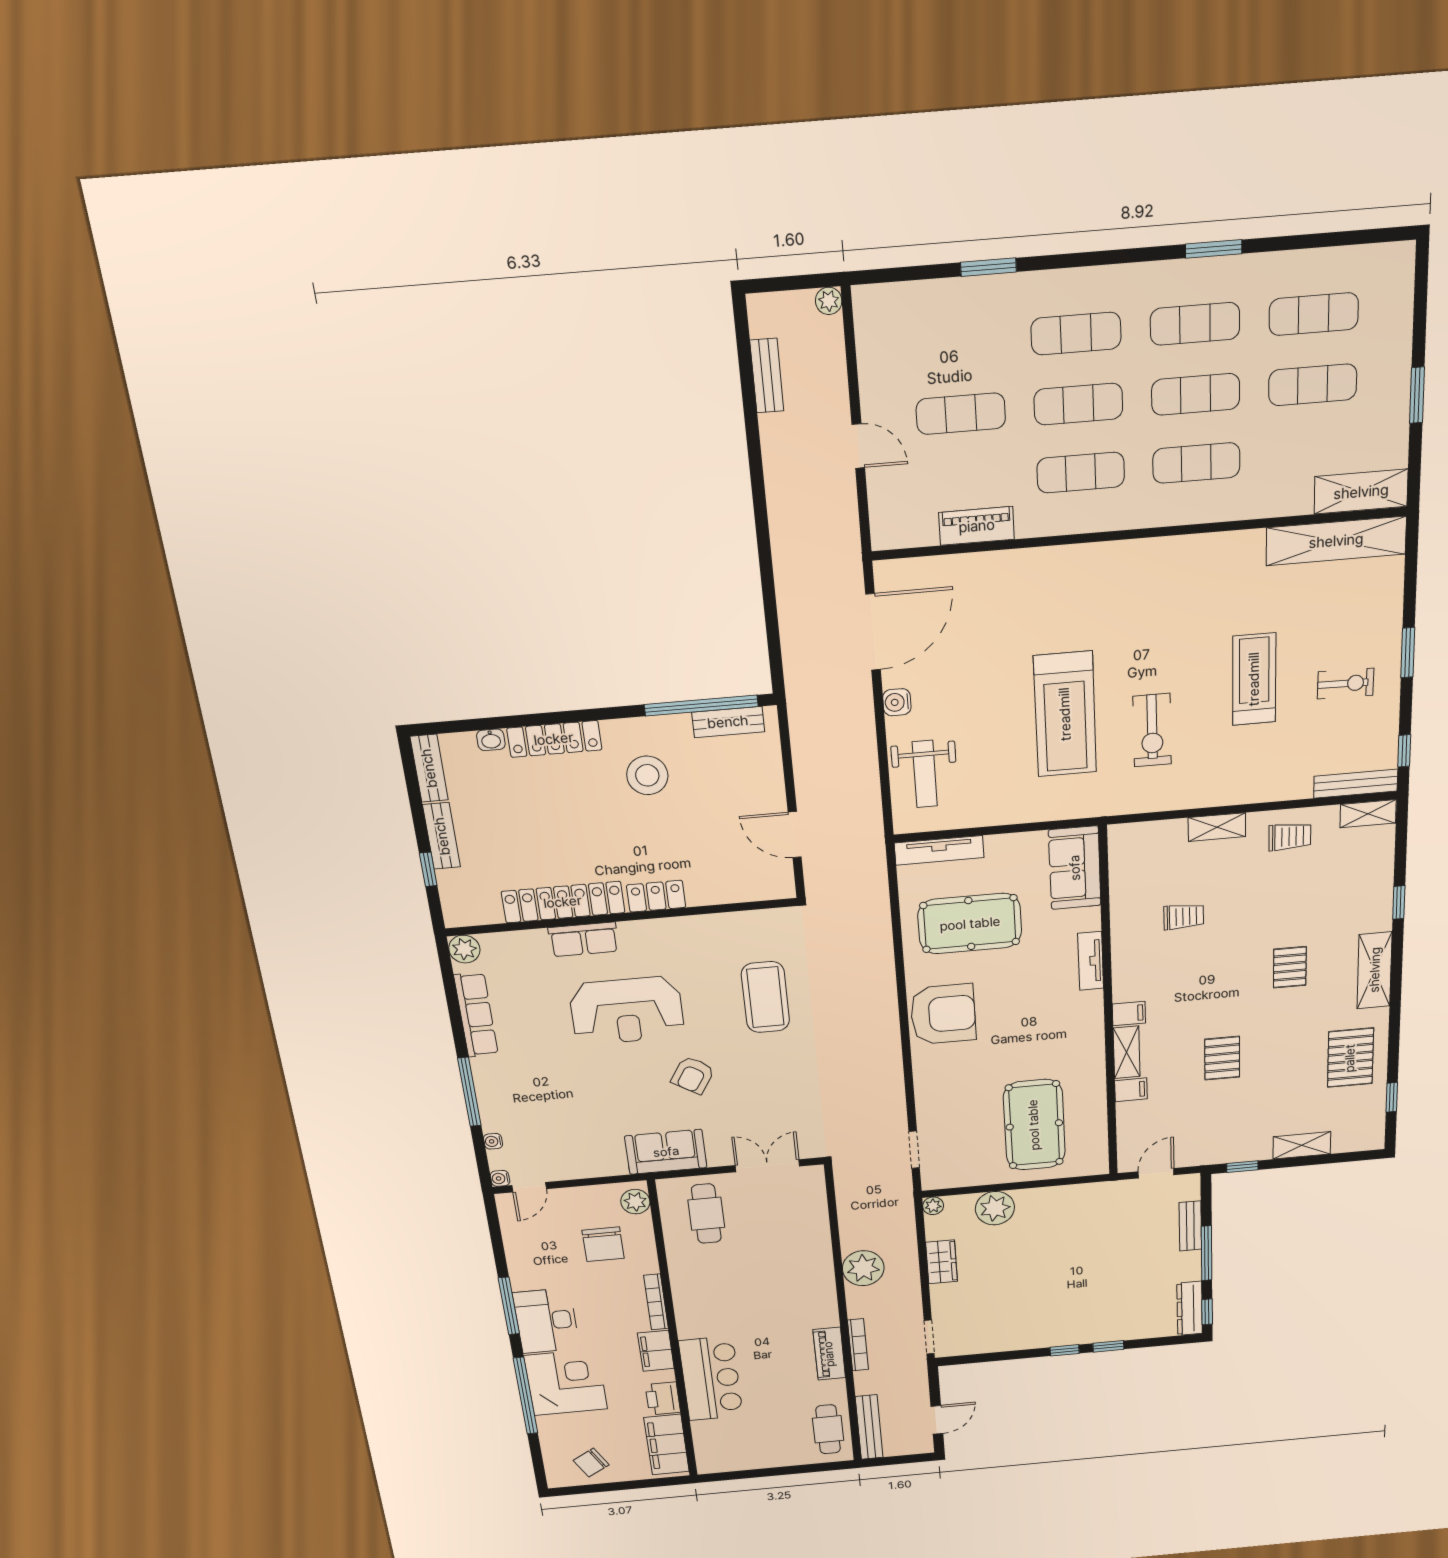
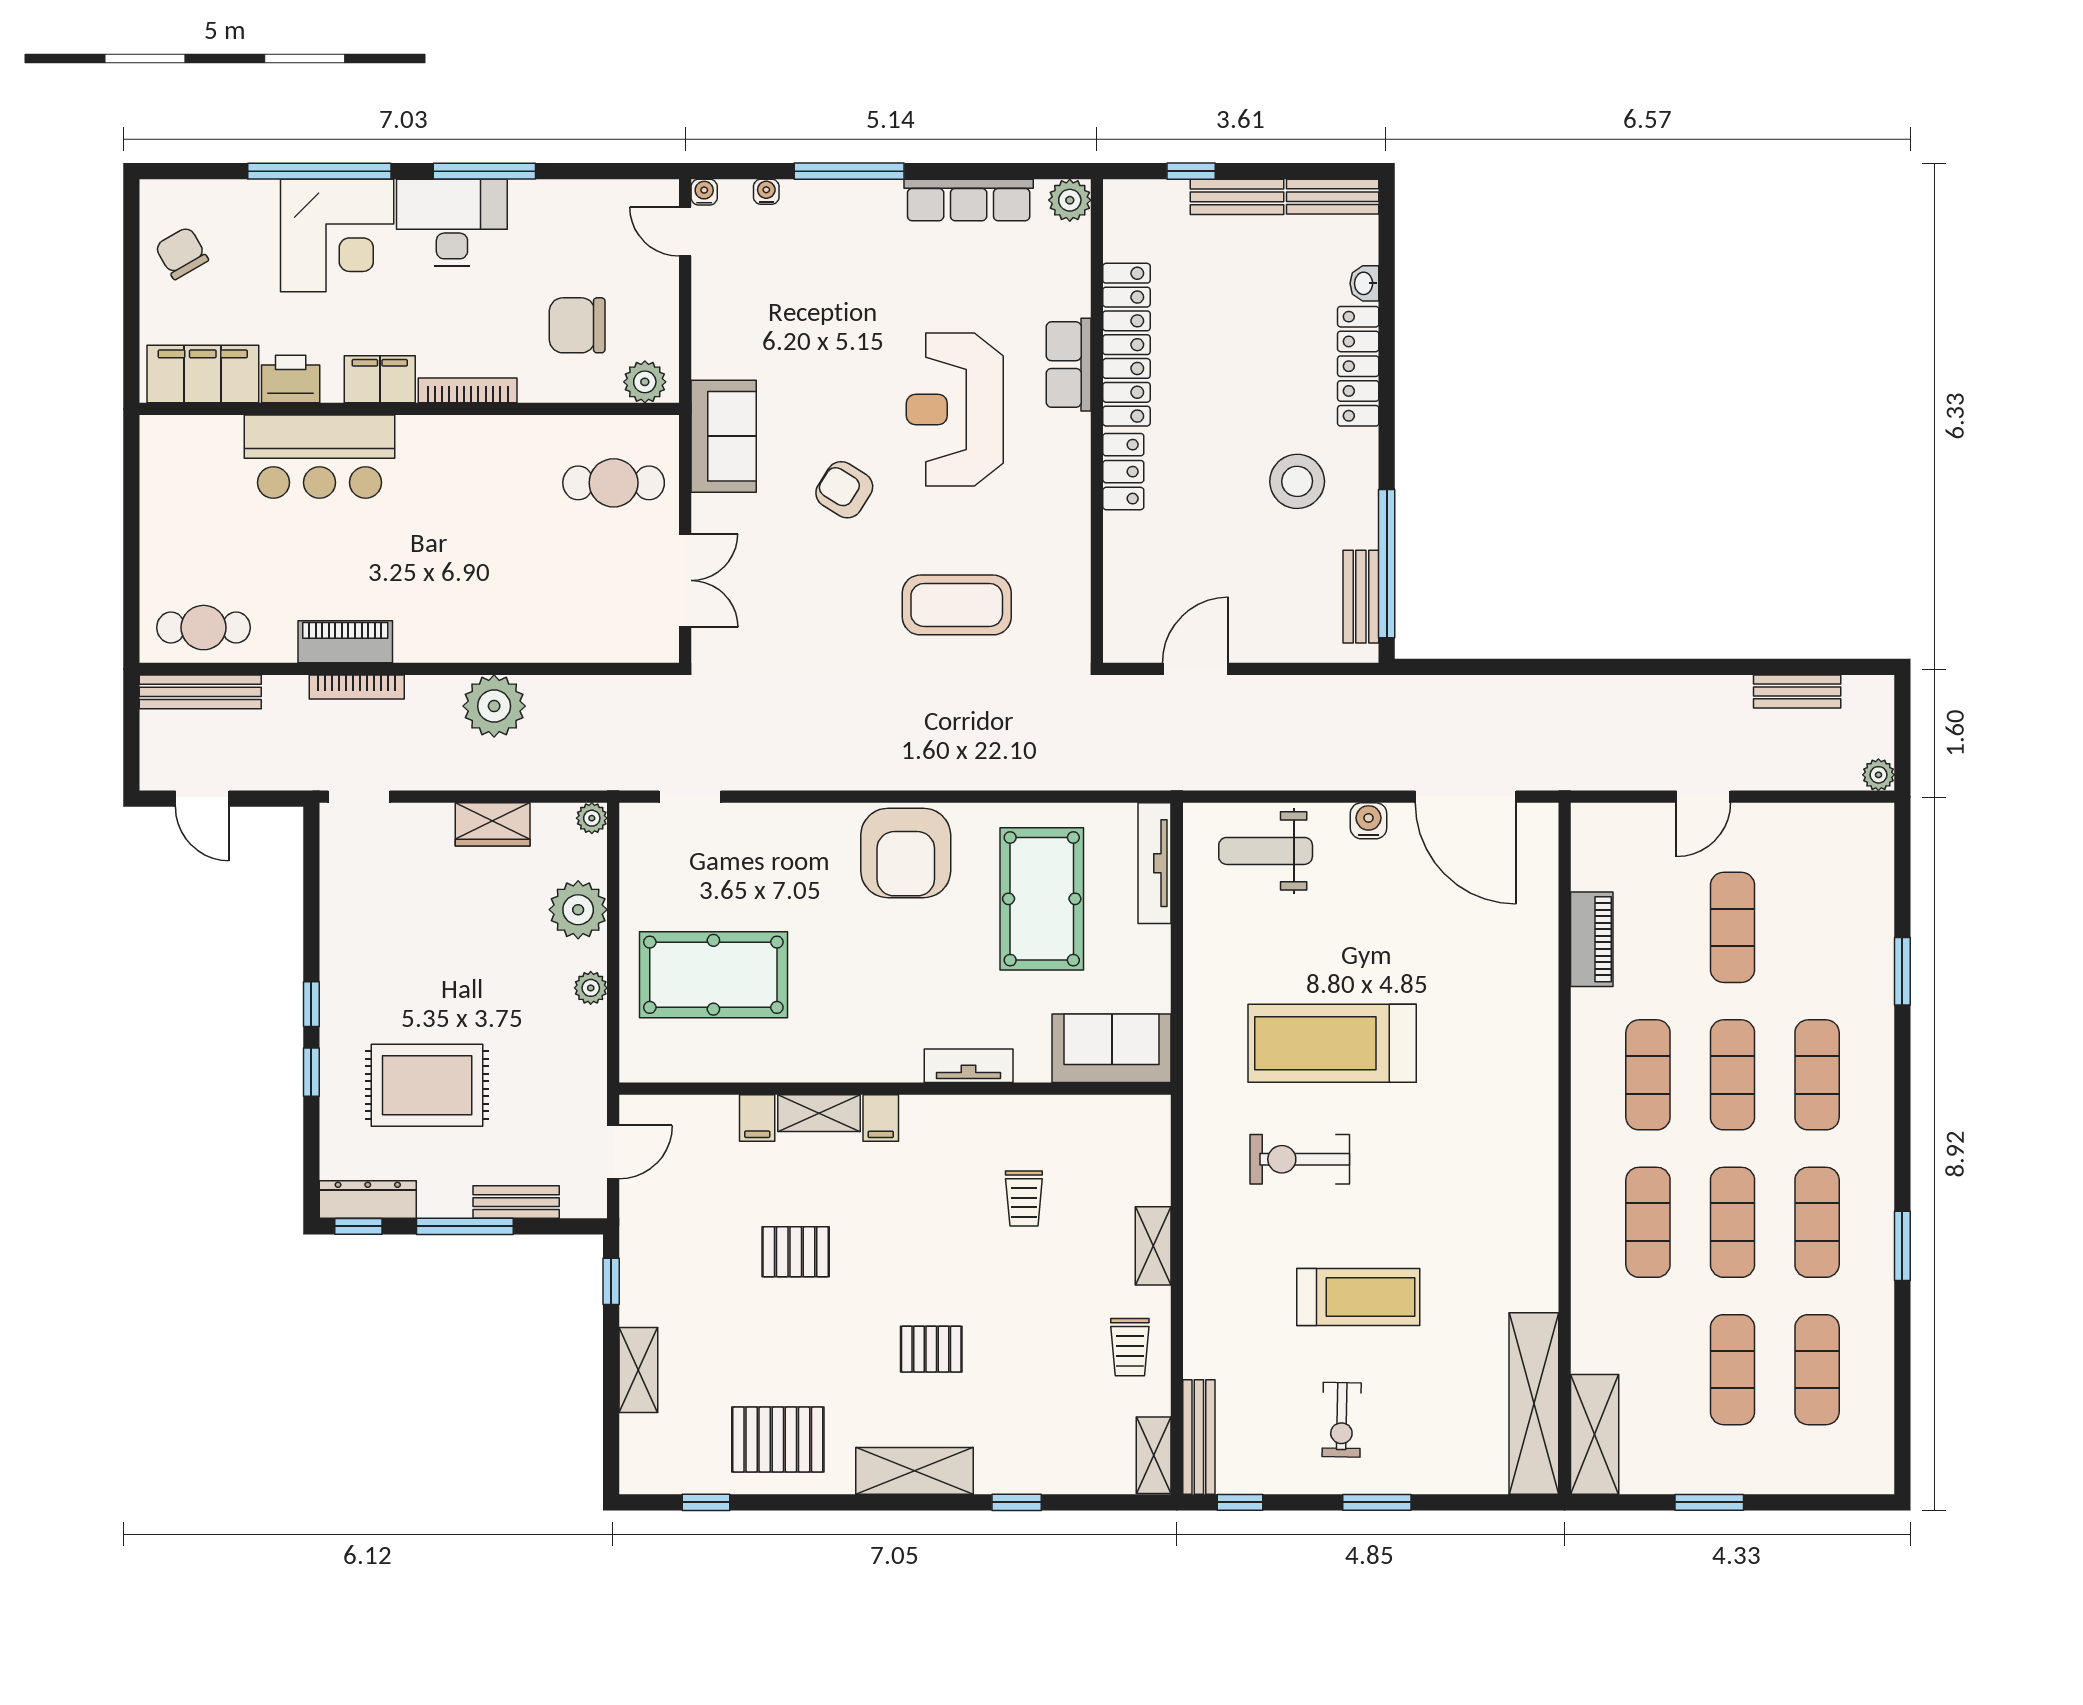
door: (1156, 1173) -> (613, 1152), hinge flipped
plant: (1047, 1196) -> (591, 988), added
rug: (1115, 1283) -> (427, 1085), added

